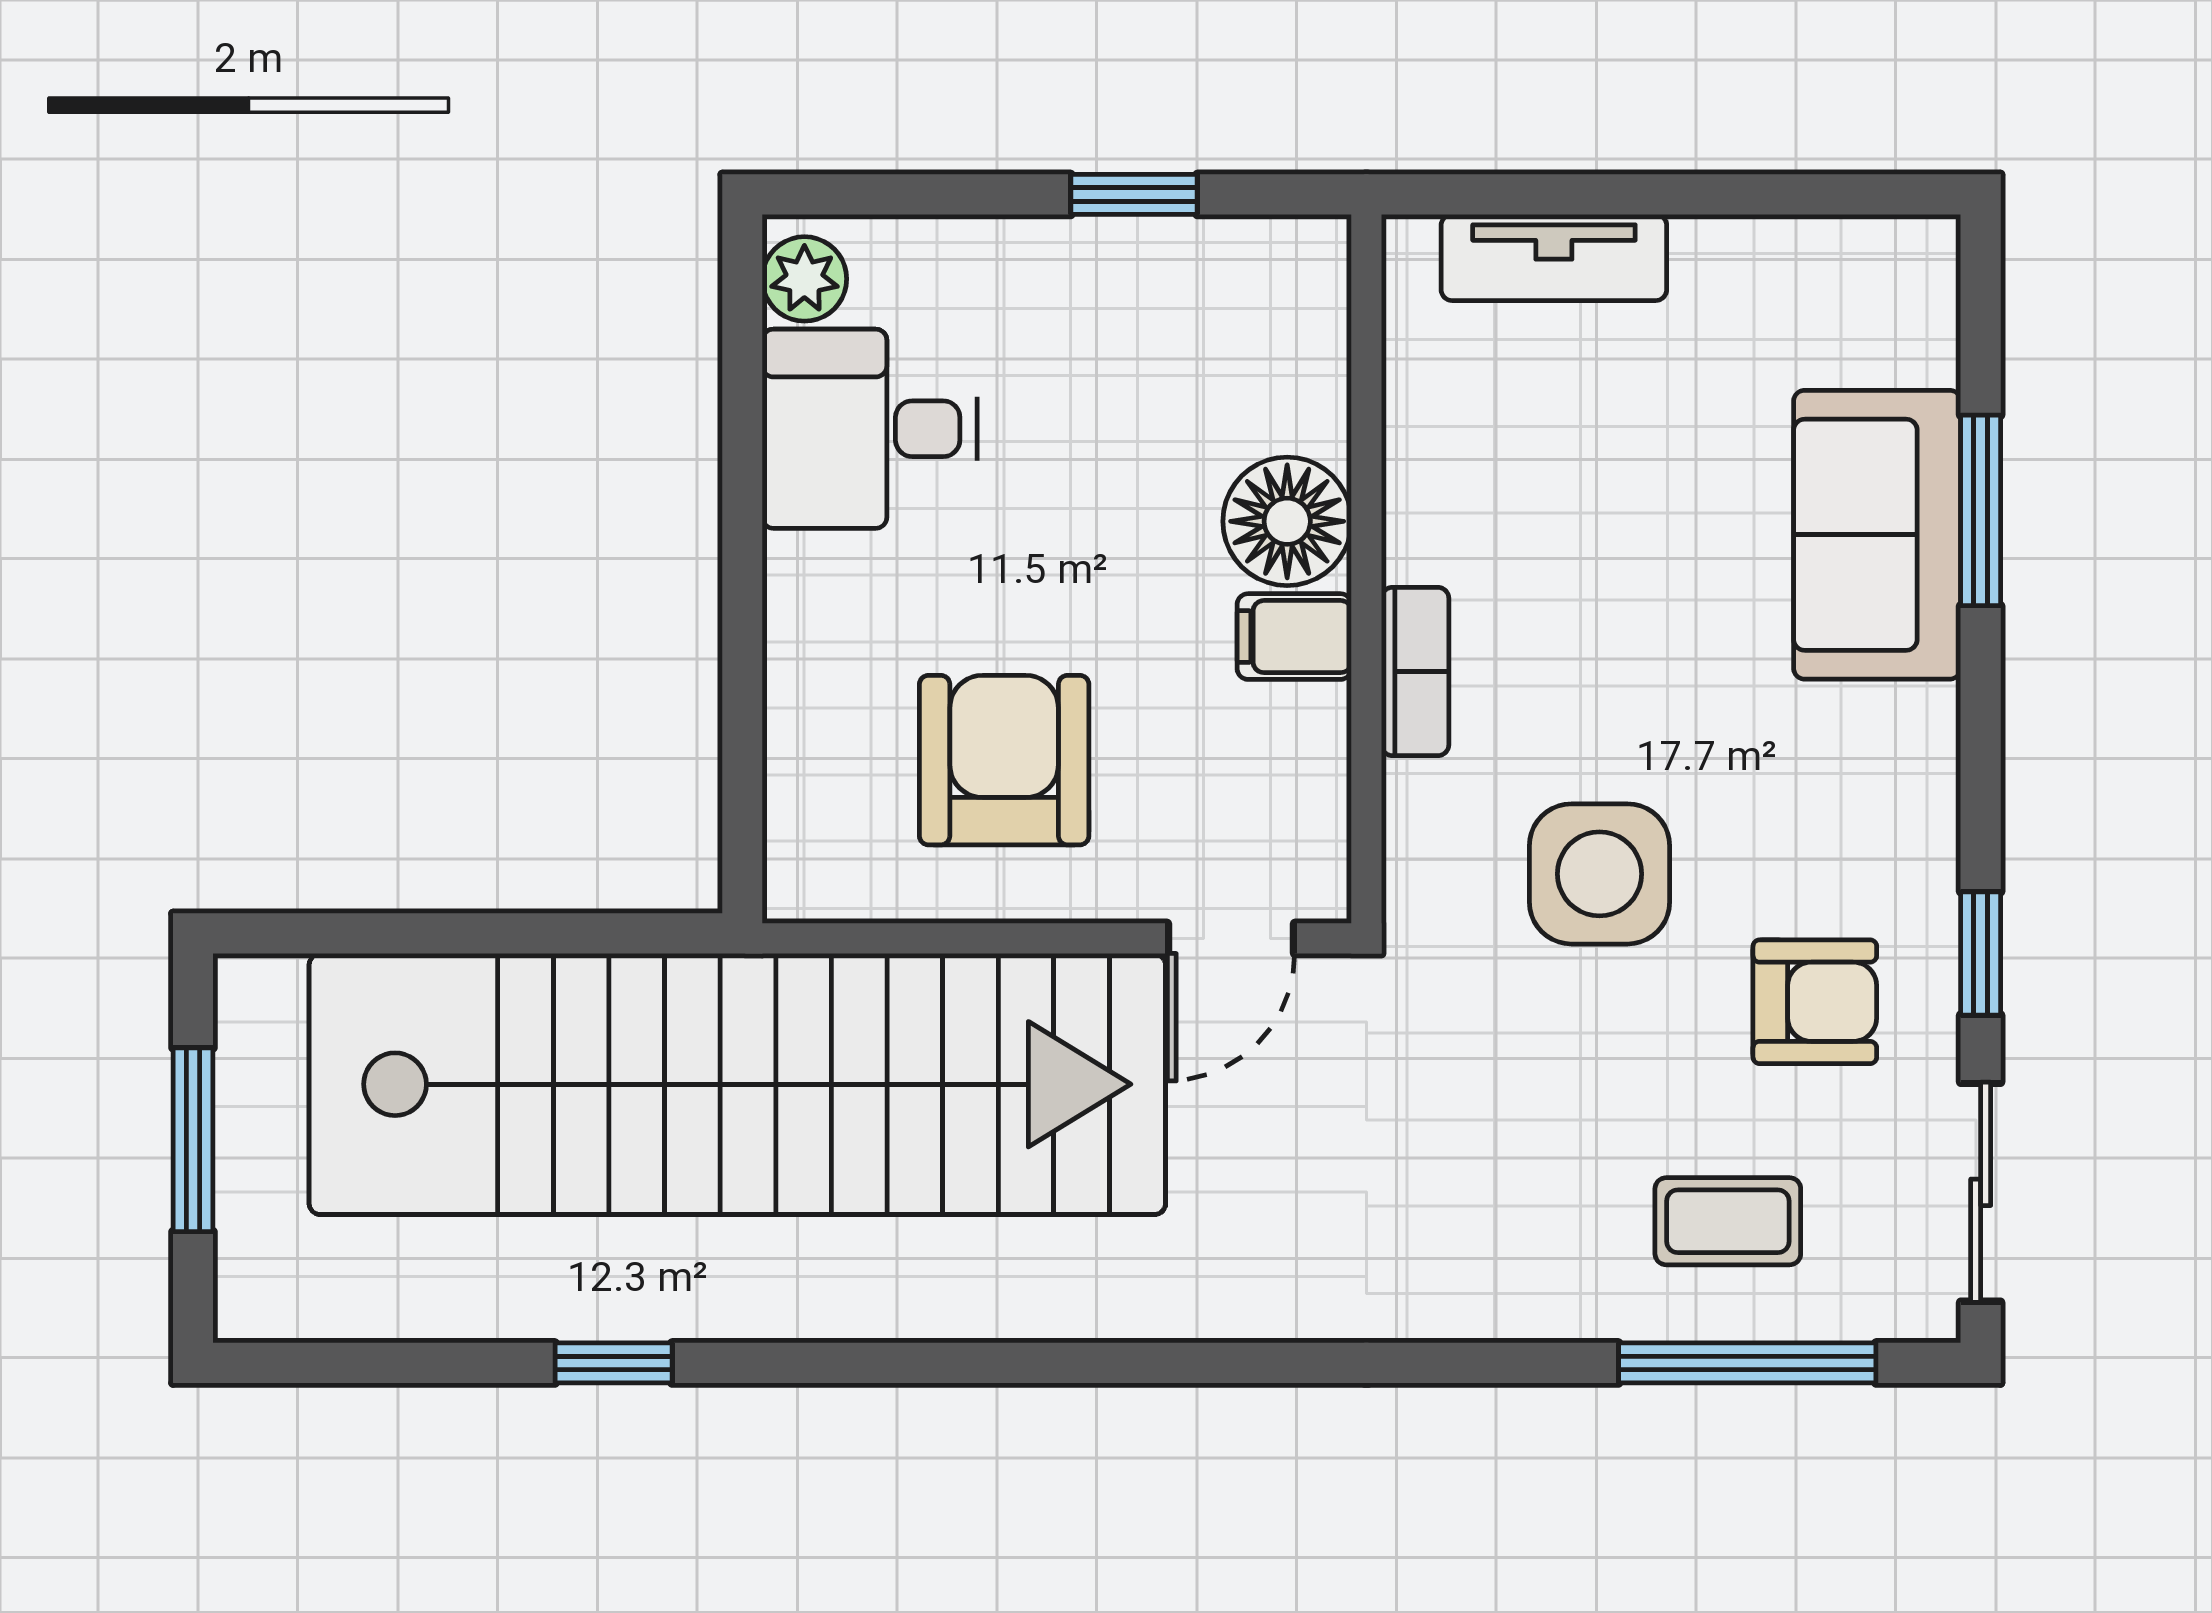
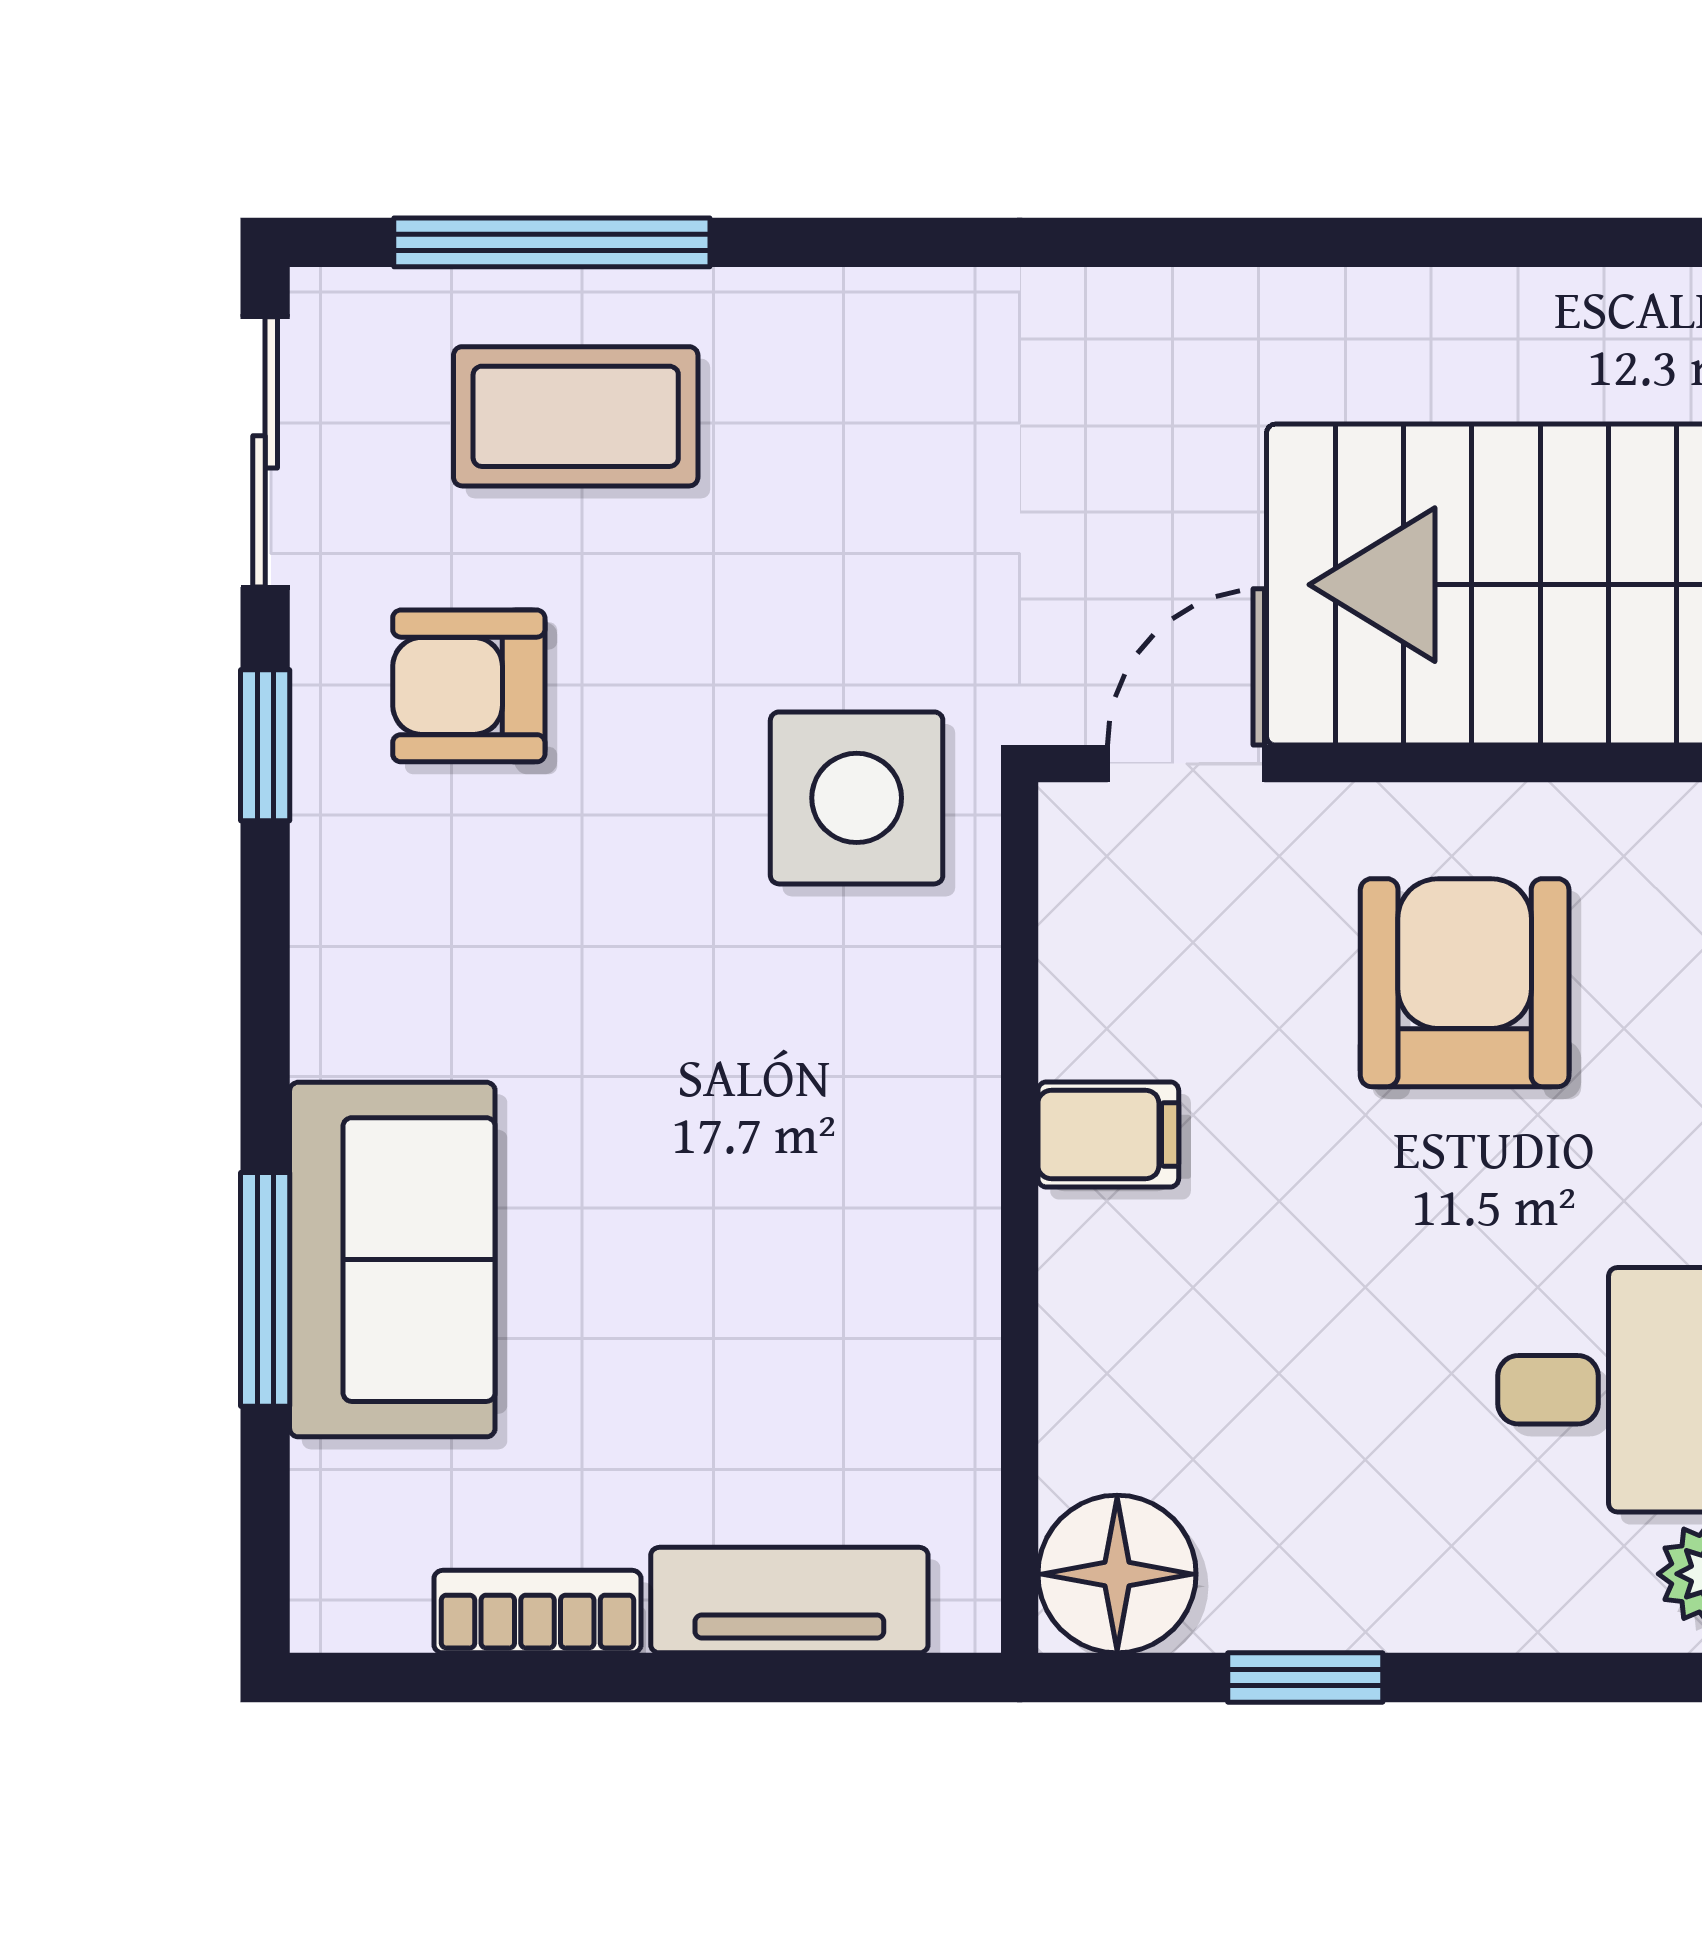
floor lamp: (1287, 521) -> (1117, 1574), moved
bookcase: (1415, 672) -> (537, 1612), moved, turned 90
armchair: (1004, 760) -> (1465, 983), turned 180
side table: (1599, 874) -> (857, 798), moved
coffee table: (1728, 1221) -> (576, 416), width x1.36, depth x1.30

